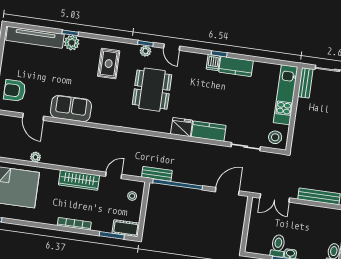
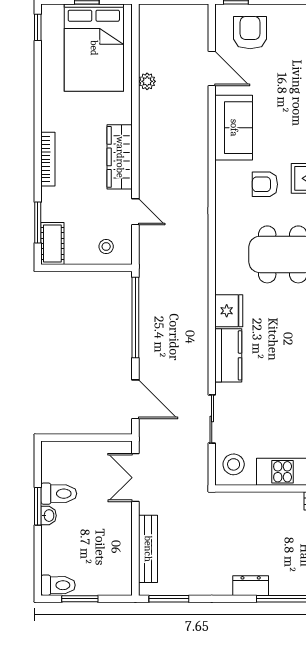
armchair: (108, 94) -> (265, 184), added
door: (33, 117) -> (212, 68), swing flipped
bench: (157, 174) -> (148, 281), removed

